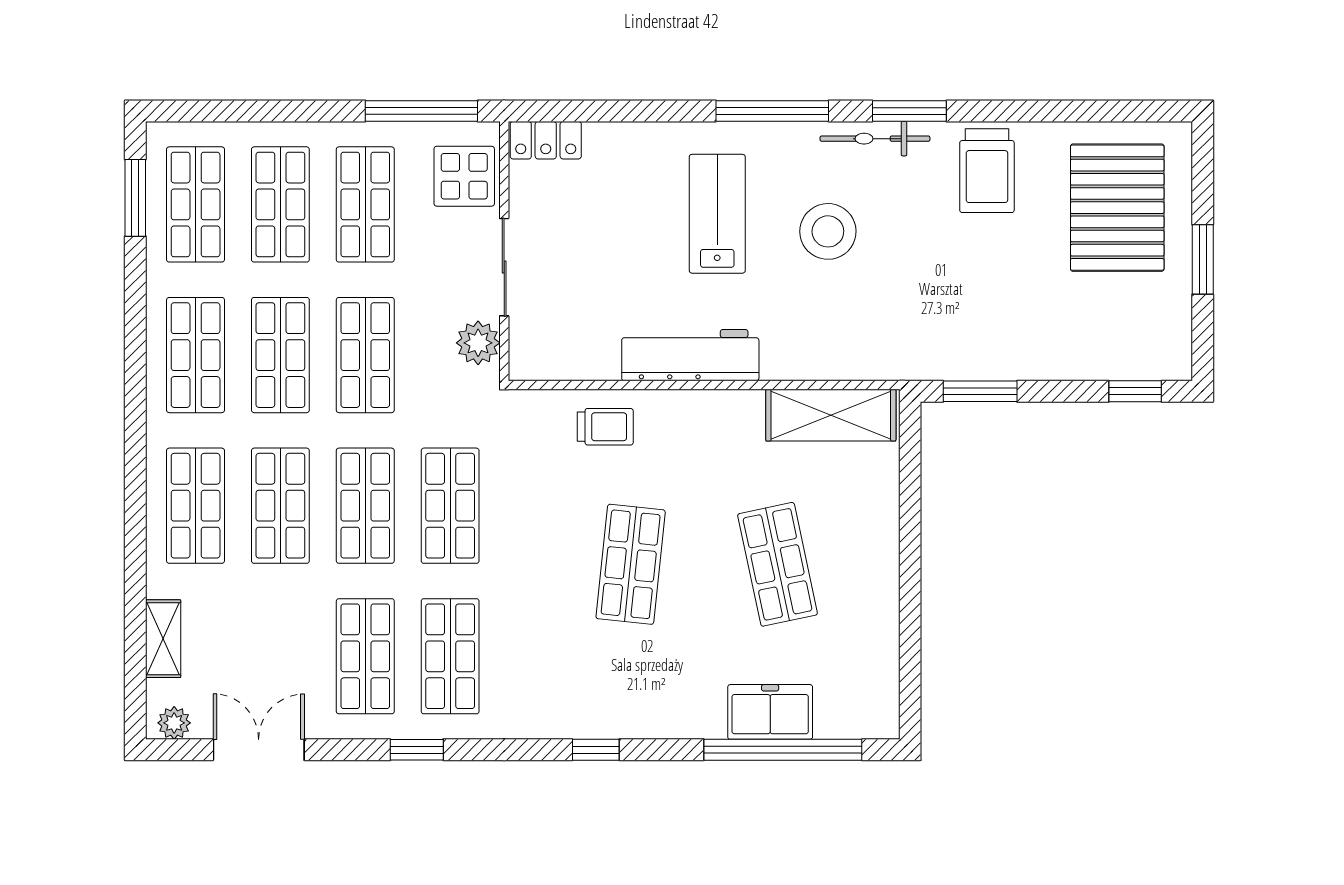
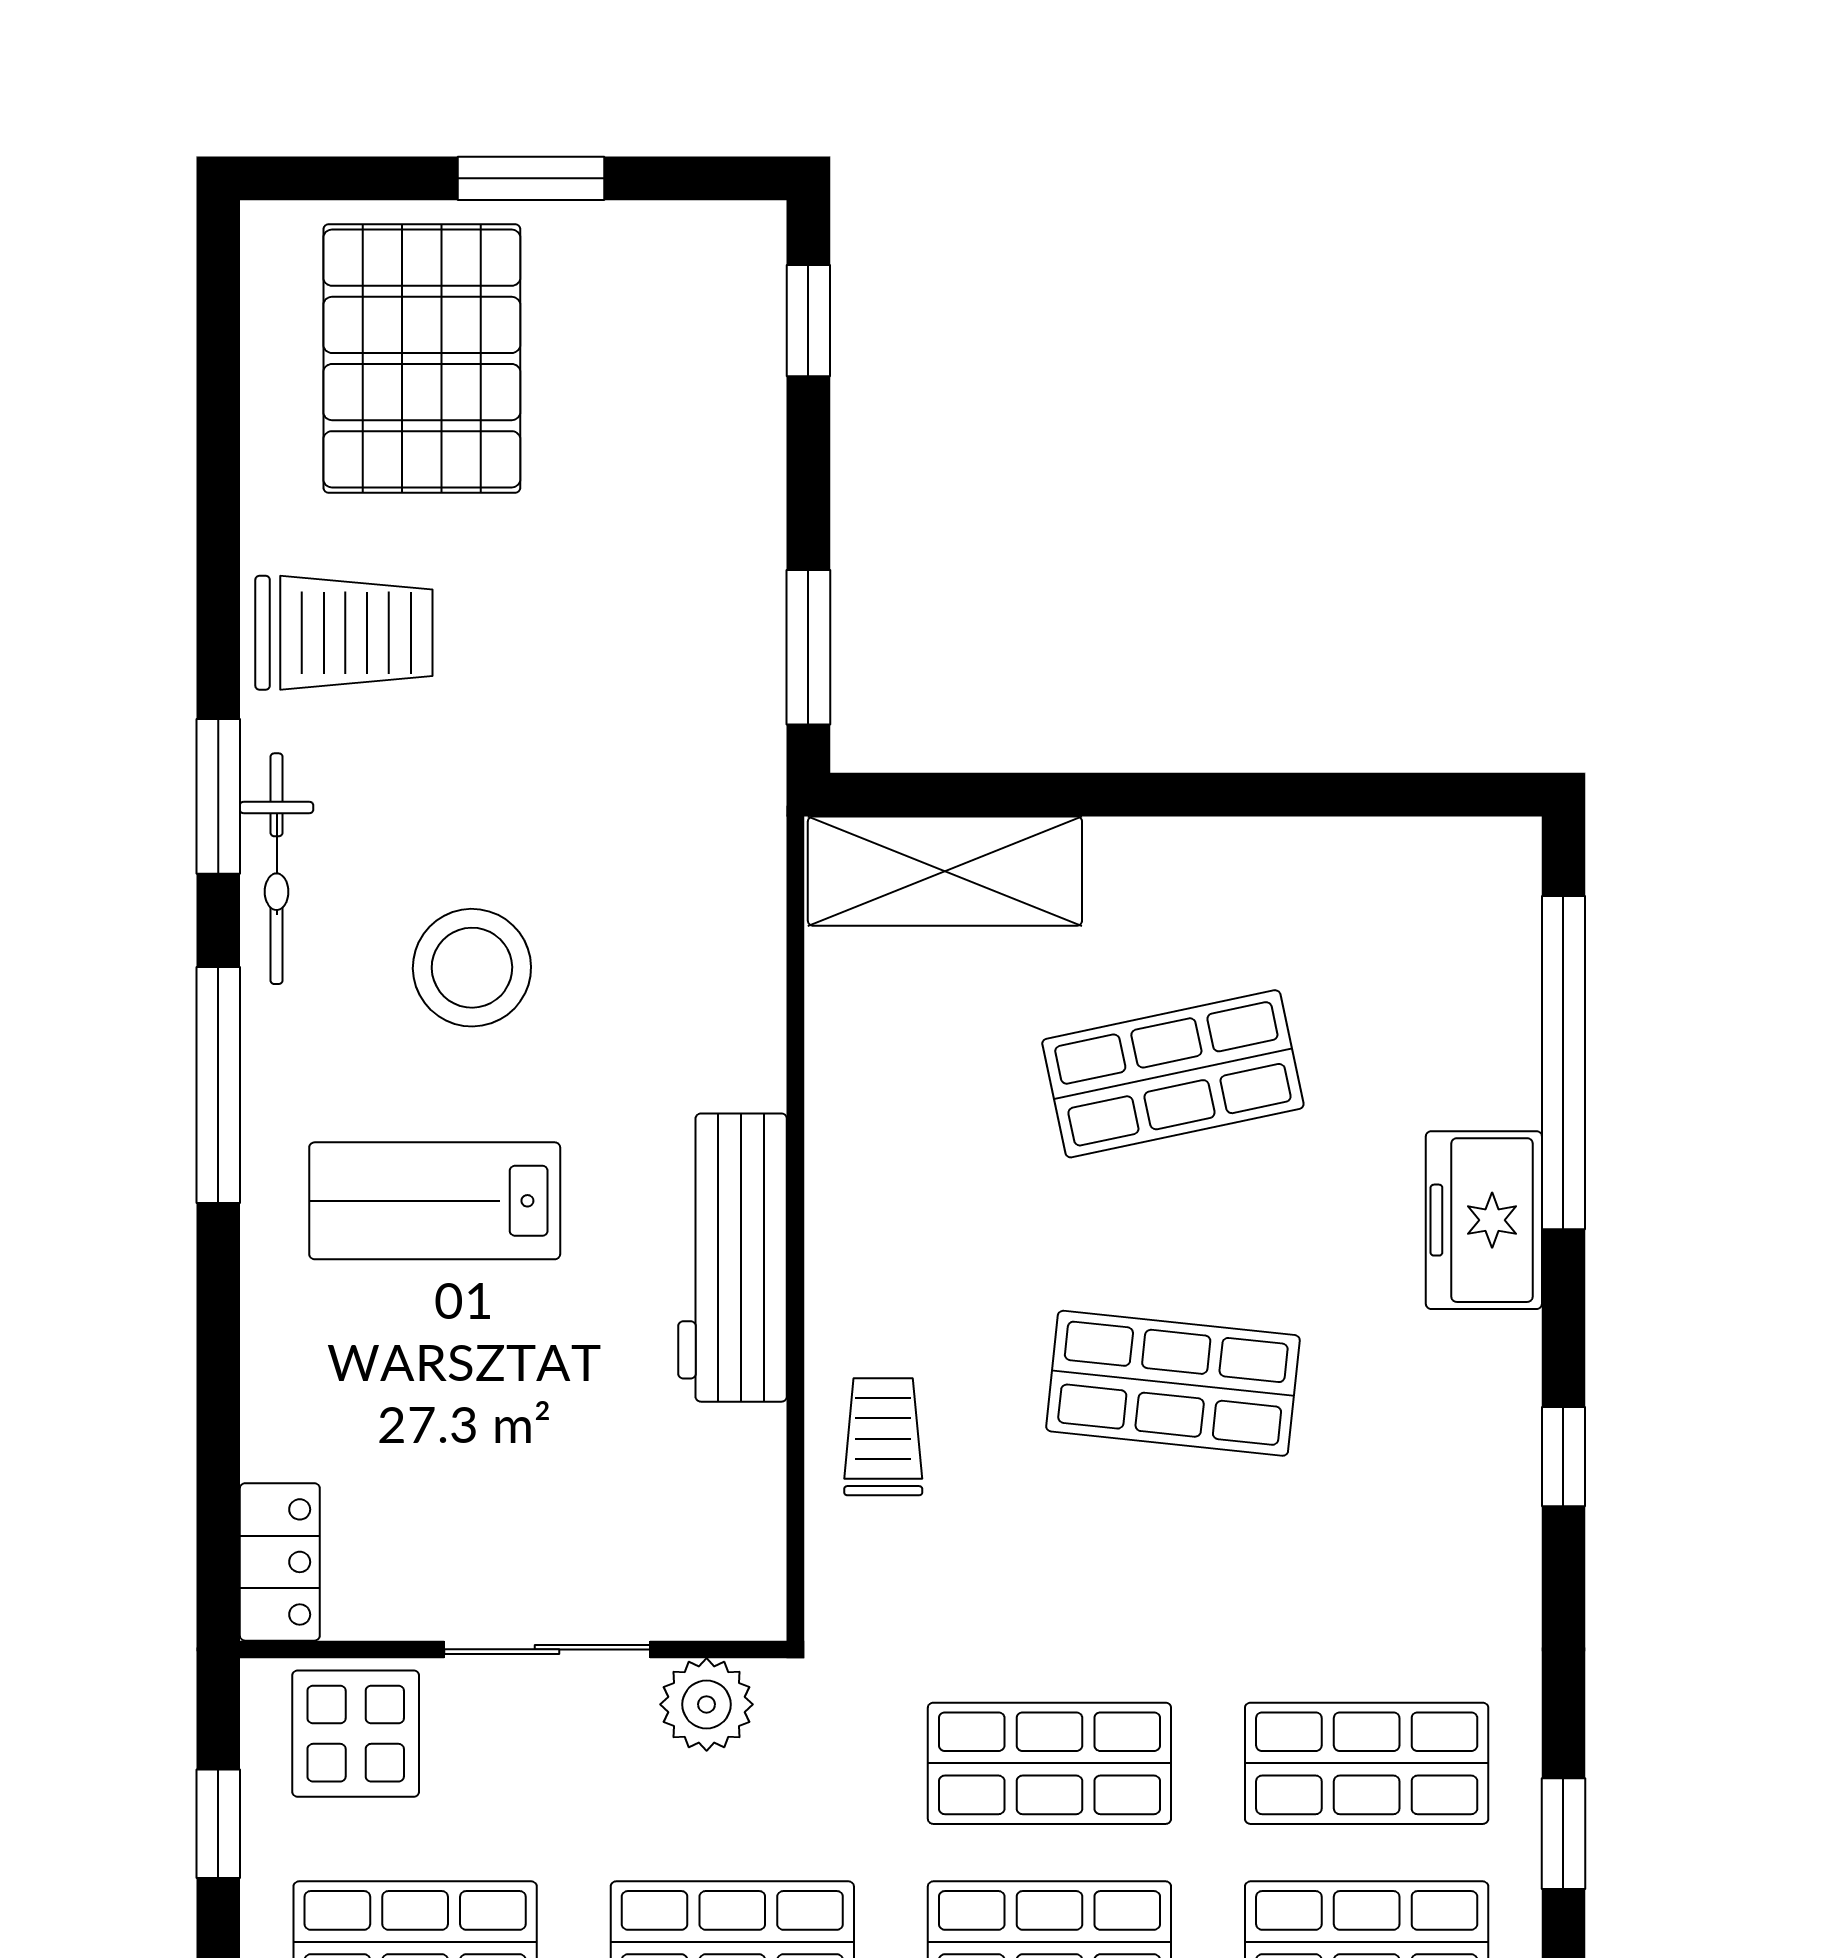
window: (421, 111) -> (218, 1824), width x0.46
pallet: (1117, 208) -> (422, 358), turned 90
shelving: (831, 415) -> (945, 871), moved, turned 90
freezer: (770, 712) -> (1484, 1220), moved

